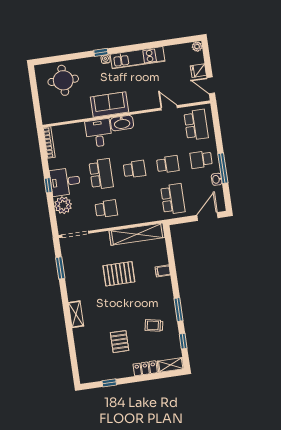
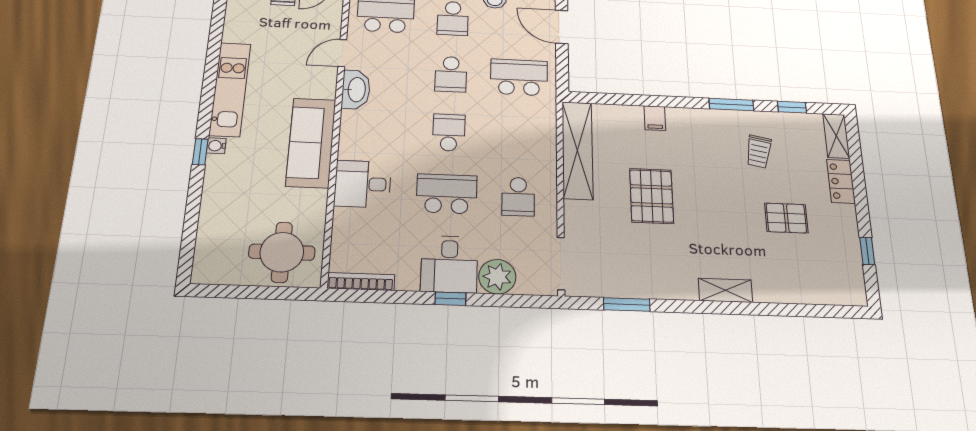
round table: (63, 80) -> (282, 252), moved
sofa: (109, 105) -> (311, 143), width x1.36
washbasin: (122, 123) -> (356, 90), moved
school desk: (168, 164) -> (451, 74), turned 180
school desk: (106, 209) -> (518, 197), turned 180

